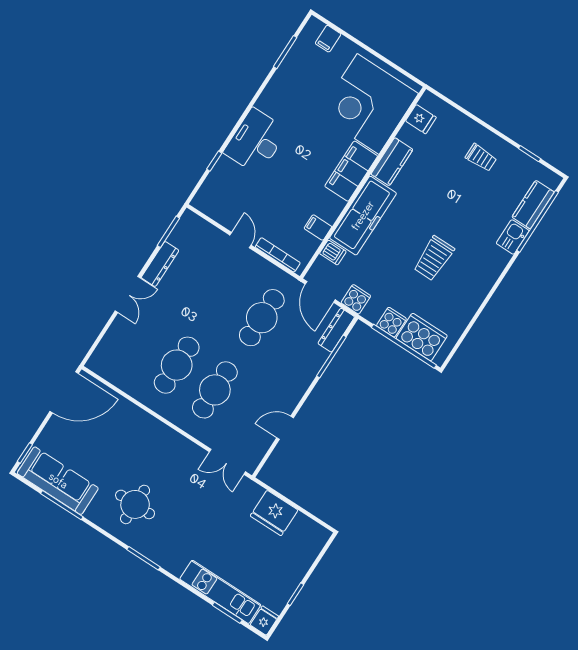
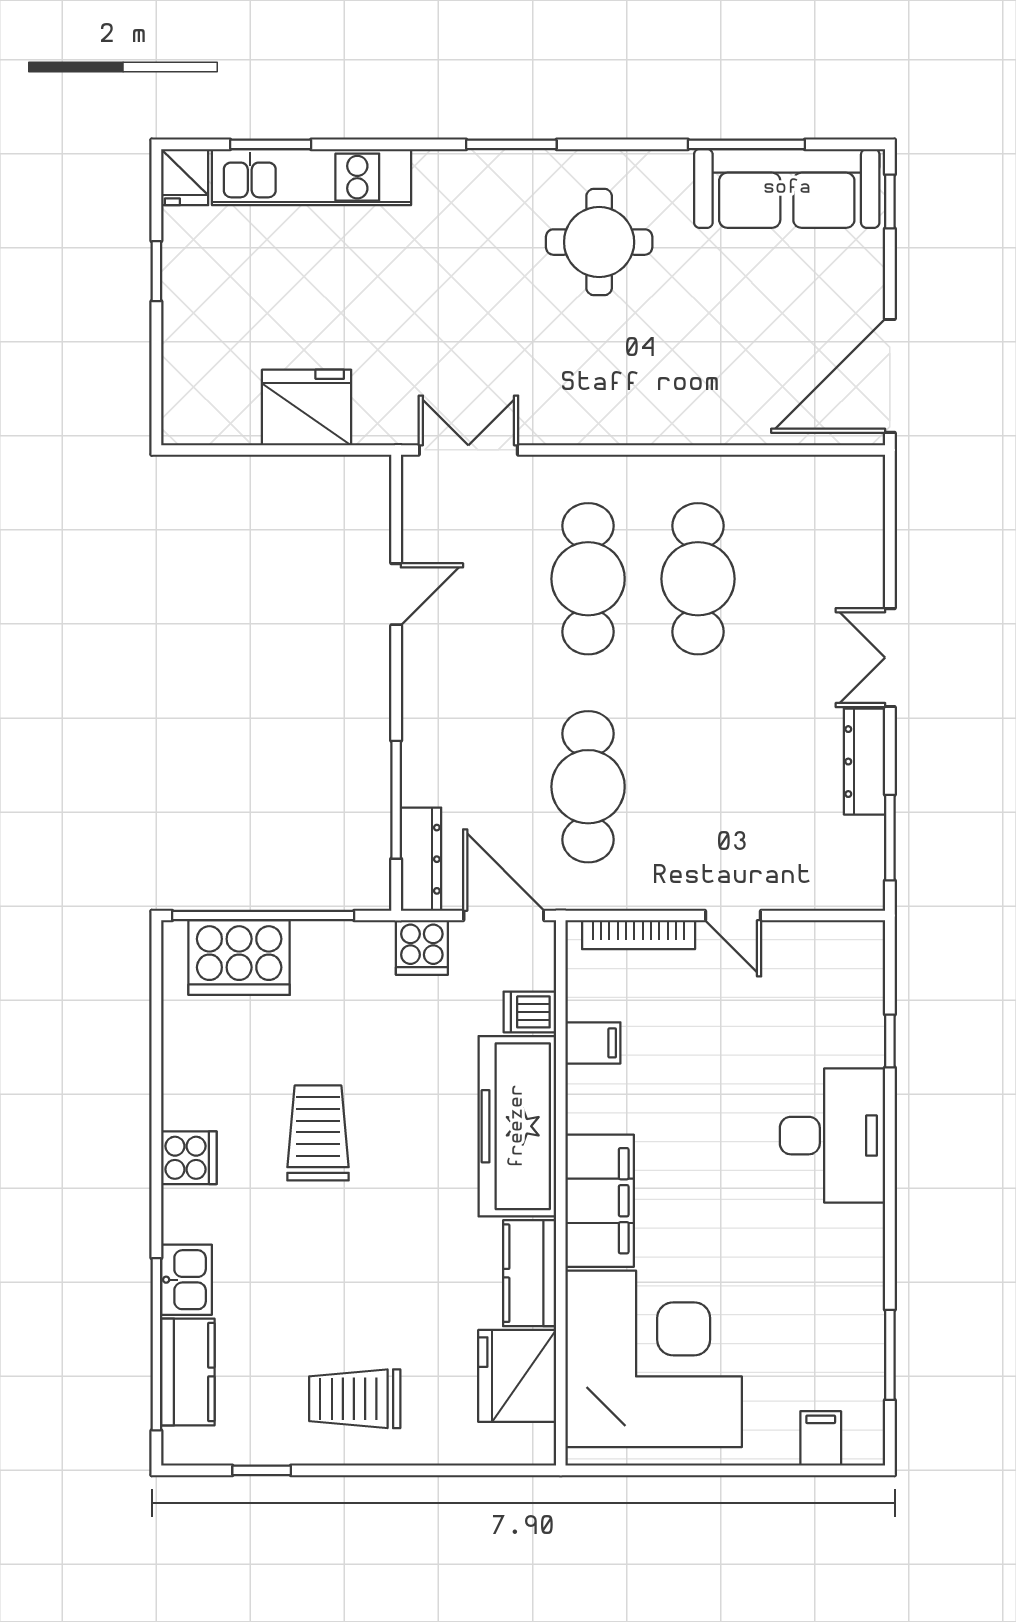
fridge: (421, 119) -> (517, 1376), width x1.88, depth x1.34
trolley: (481, 158) -> (355, 1399), width x1.36, depth x1.39
cooker: (391, 322) -> (189, 1158), moved, turned -90

